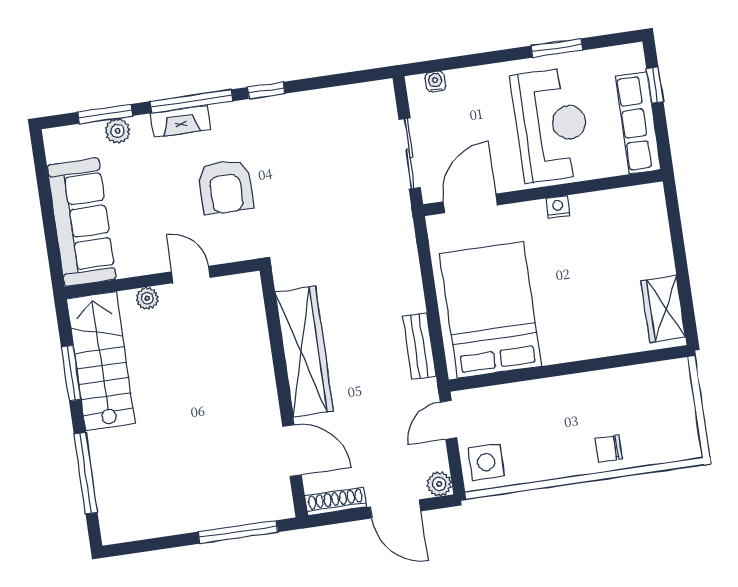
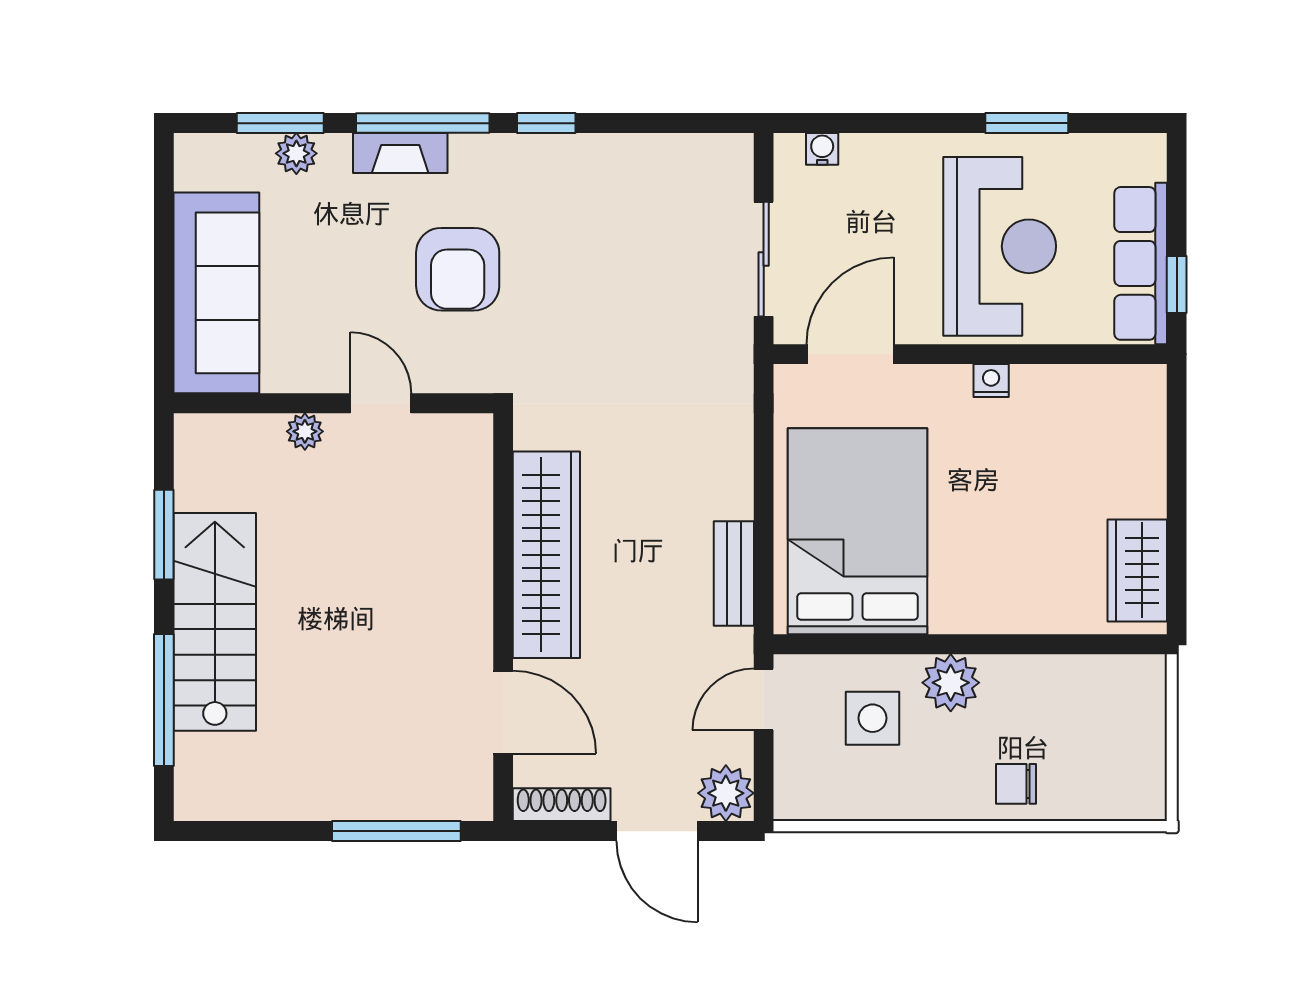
window: (655, 85) -> (1177, 284), moved
stairs: (101, 361) -> (215, 622), moved
plant: (560, 393) -> (951, 683), added
side table: (486, 462) -> (873, 718), moved
plant: (439, 484) -> (726, 793), width x1.38, depth x1.38

